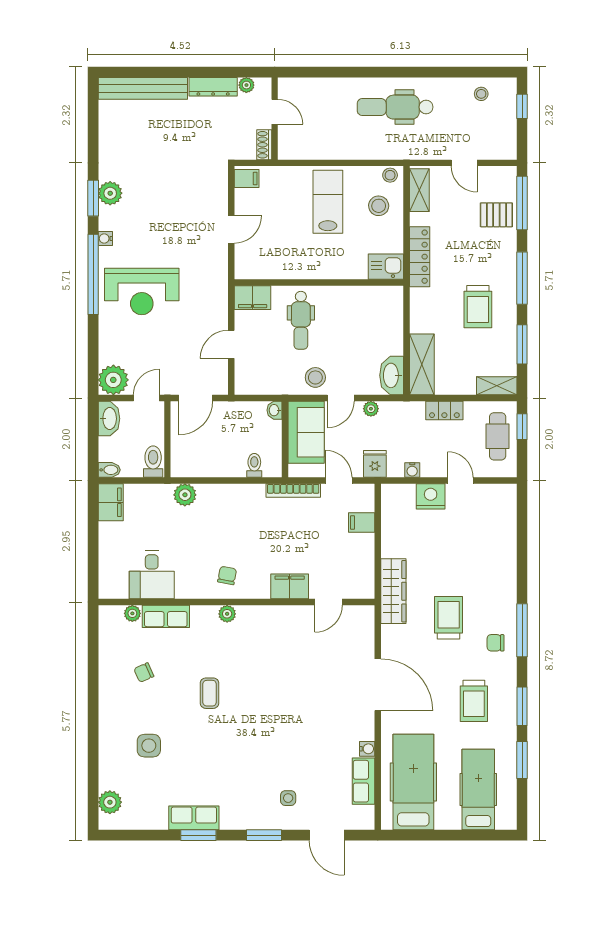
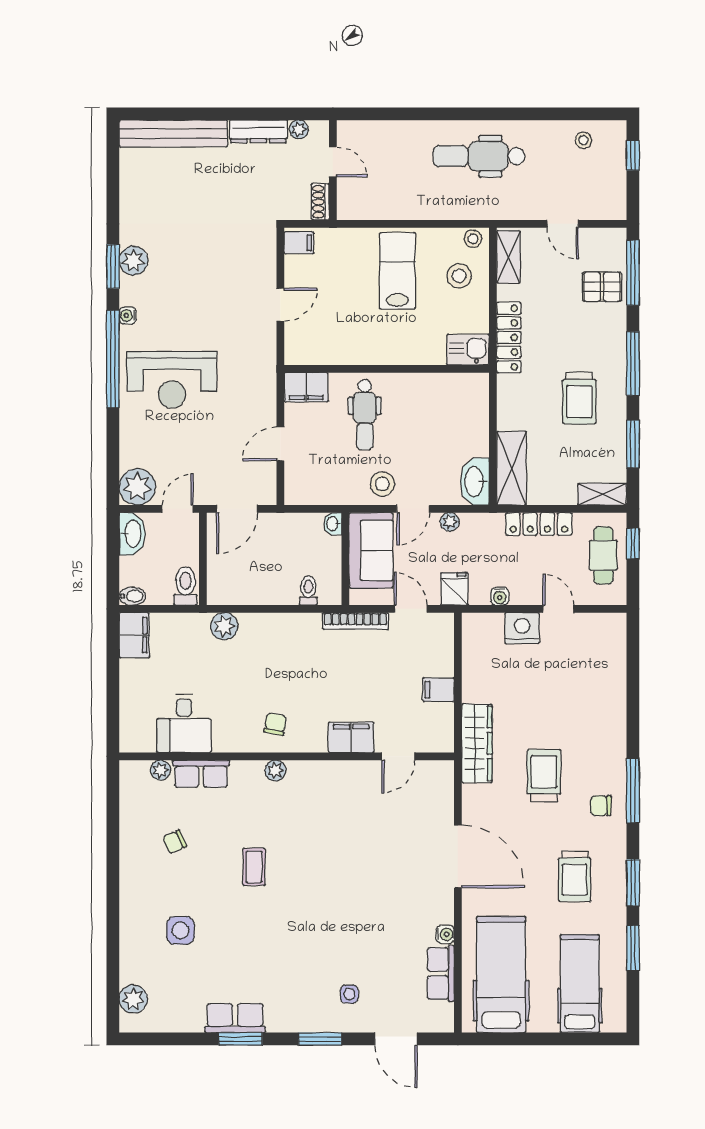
locker: (444, 410) -> (539, 524), width x1.53
filing cabinet: (362, 523) -> (438, 690), moved

